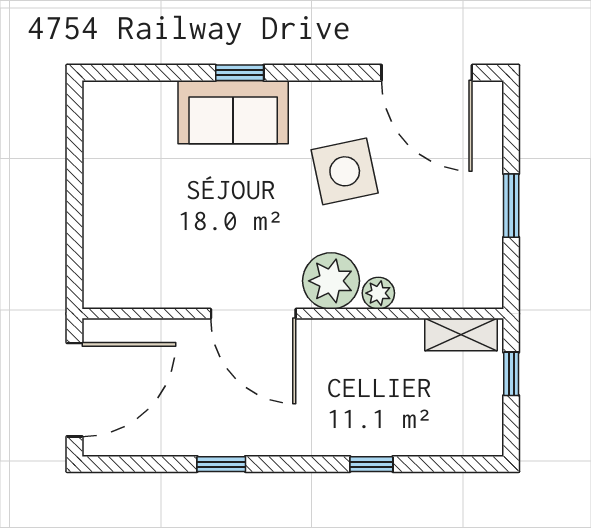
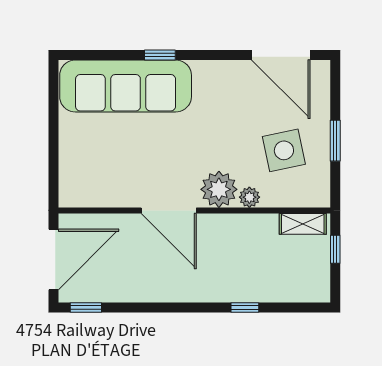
sofa: (233, 112) -> (126, 86), width x1.85, depth x1.27
side table: (345, 171) -> (284, 150), moved
window: (221, 464) -> (86, 307), moved

